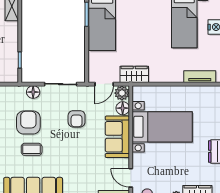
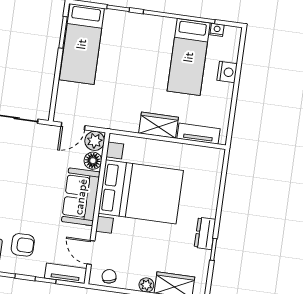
wardrobe: (134, 74) -> (158, 125), moved
armchair: (77, 119) -> (23, 245), moved, turned -90
bed with nightstands: (162, 127) -> (141, 192), width x1.36

